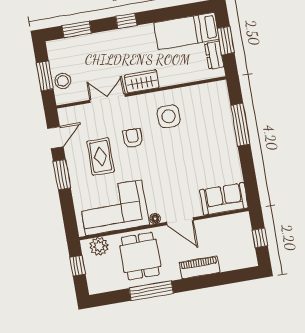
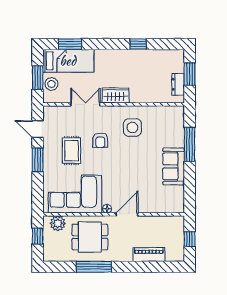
window: (126, 21) -> (138, 44), moved
bed: (186, 31) -> (68, 61), moved, turned 180
door: (55, 138) -> (38, 129), swing flipped
armchair: (133, 138) -> (100, 140), turned 180
sofa: (224, 199) -> (174, 166), moved, turned -90
door: (180, 221) -> (127, 214), swing flipped
dining table: (140, 256) -> (90, 237), turned 90
piano: (200, 267) -> (149, 254), moved

